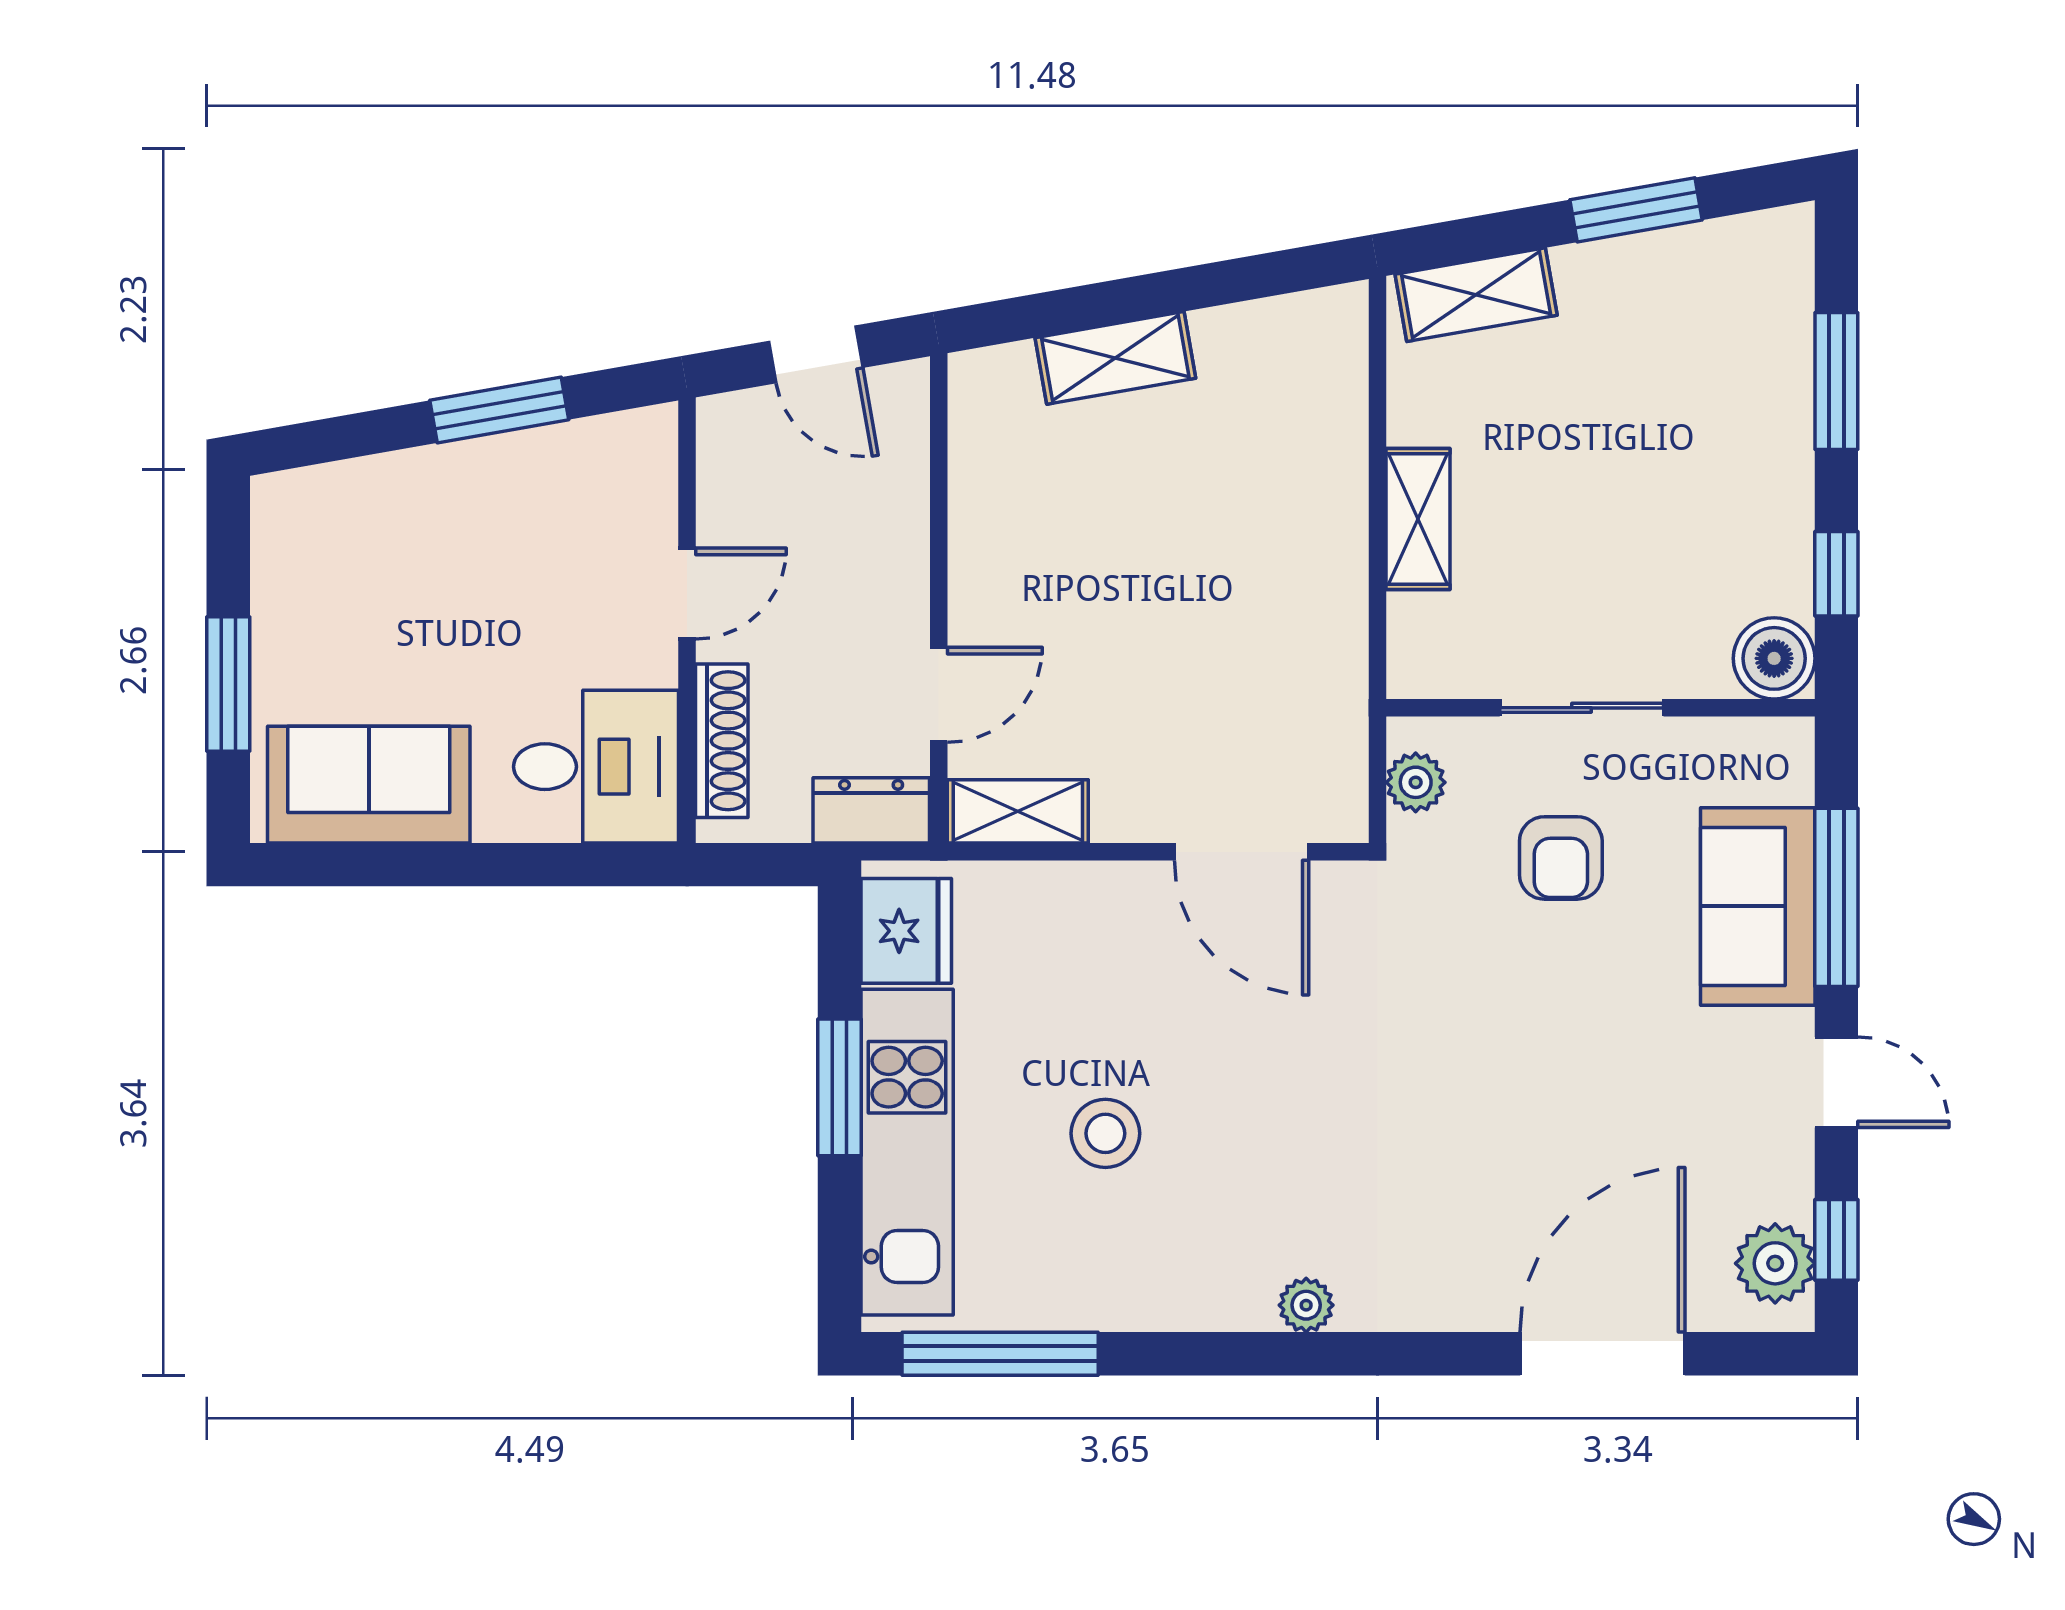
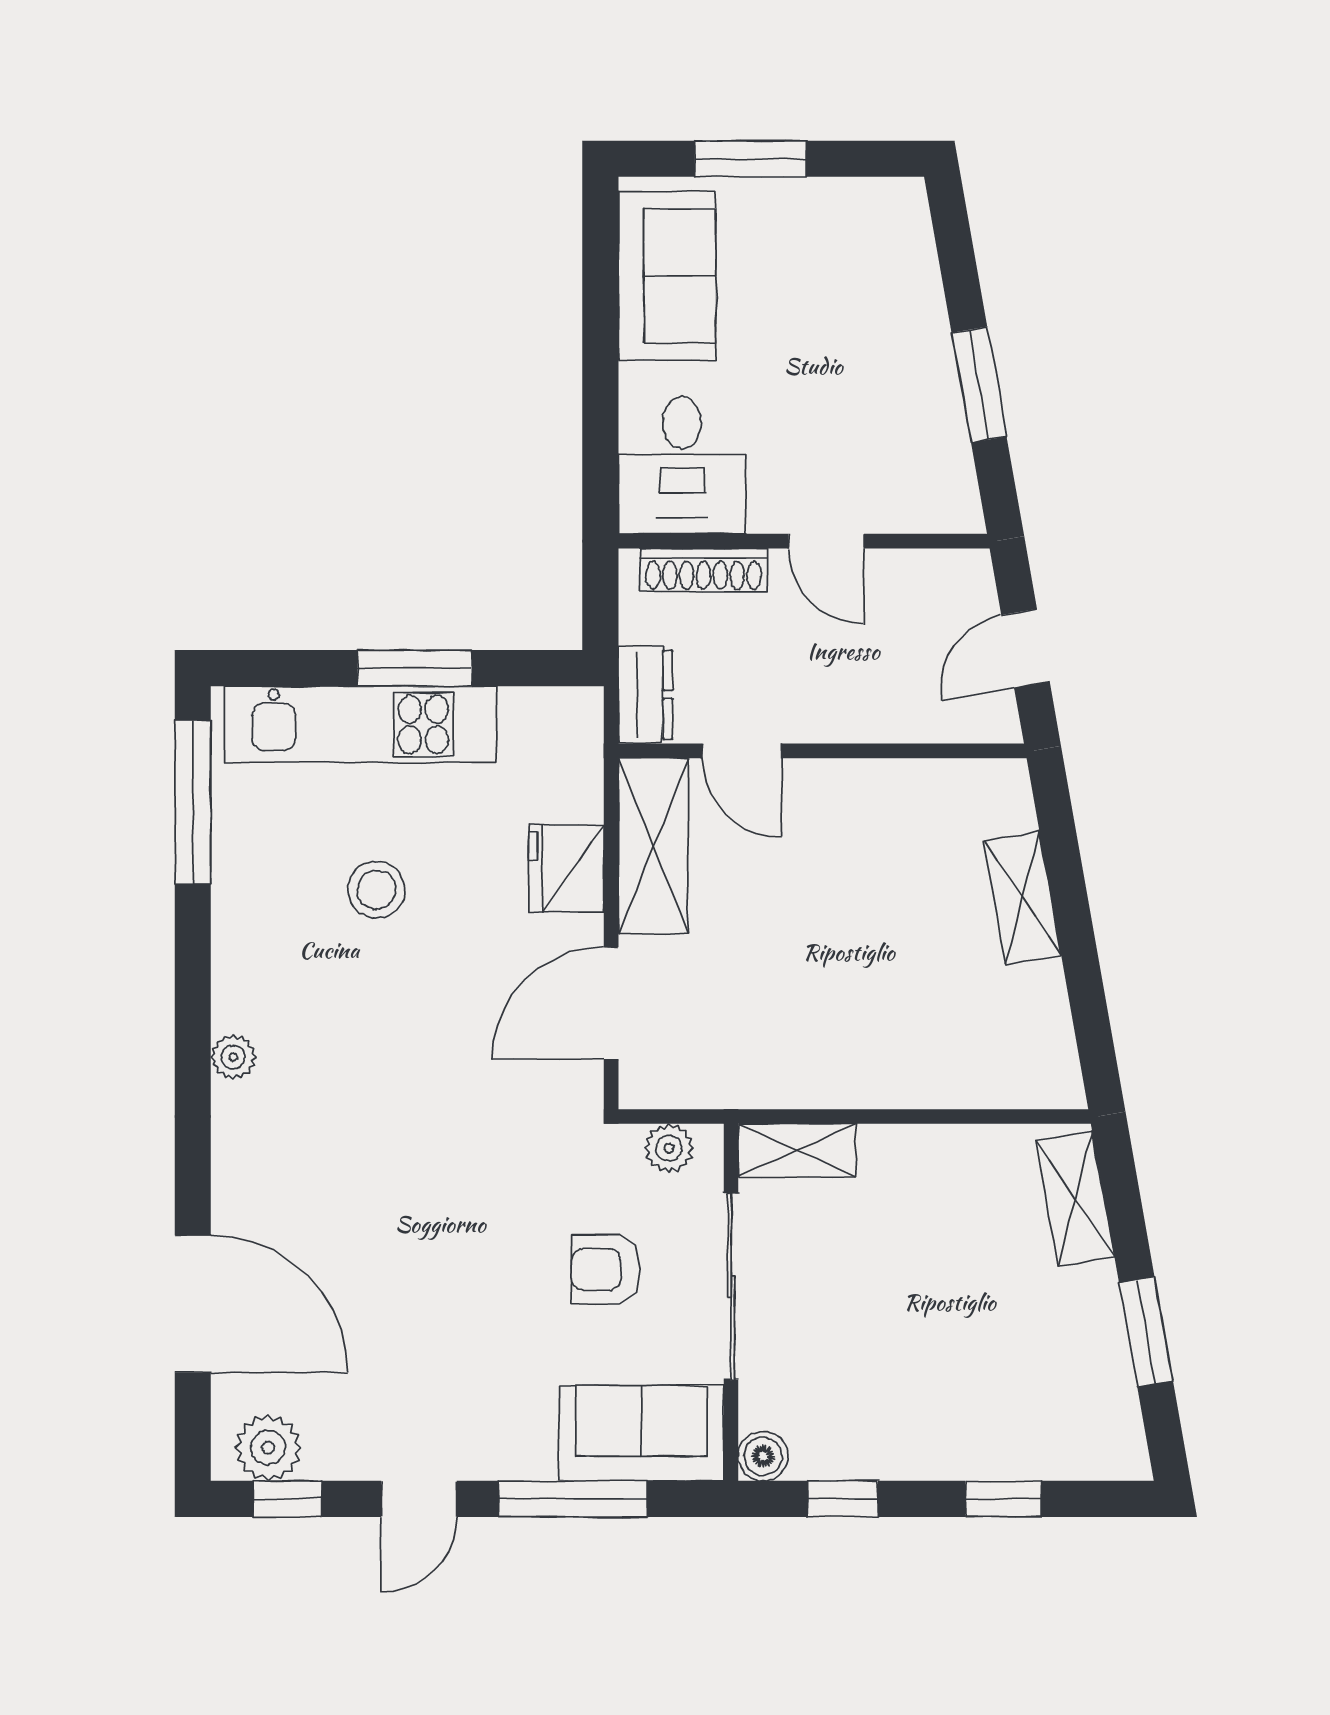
window: (1836, 381) -> (1003, 1499), width x0.67
shelving: (1418, 519) -> (797, 1150), moved
boiler: (1774, 658) -> (763, 1456), width x0.73, depth x0.73
sliding door: (1582, 708) -> (731, 1287), width x1.37
shelving: (1018, 811) -> (653, 846), width x1.50, depth x1.33
sofa: (1758, 906) -> (641, 1433), moved
fridge: (906, 931) -> (566, 868), moved, turned 90

